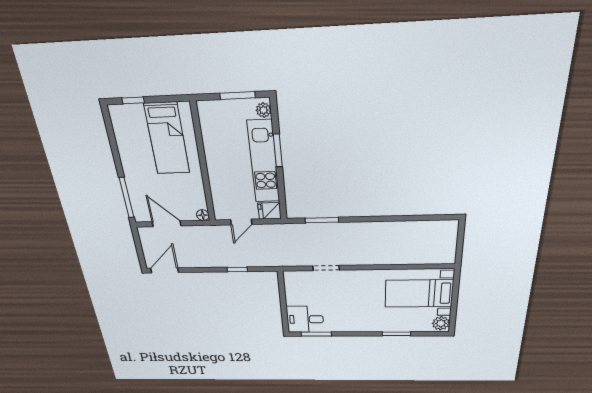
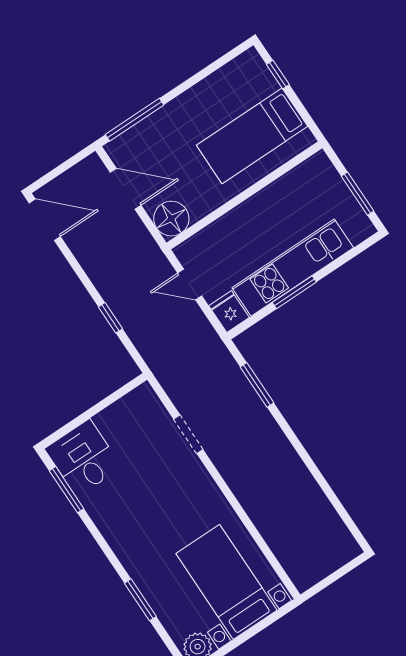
plant: (264, 110) -> (358, 232), removed
window: (278, 151) -> (294, 292), moved
floor lamp: (203, 215) -> (171, 219), width x1.89, depth x1.89
door: (167, 224) -> (126, 189), hinge flipped

